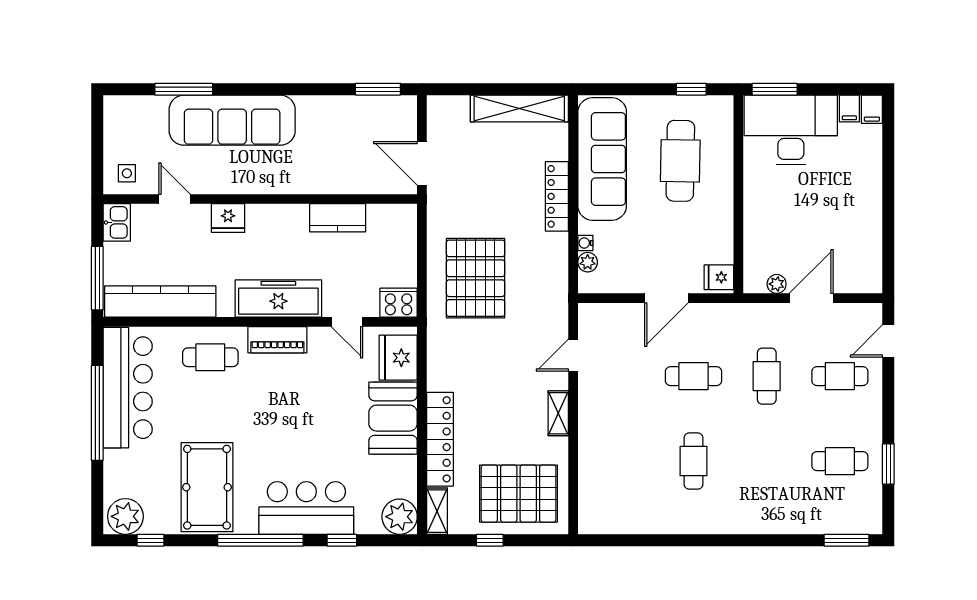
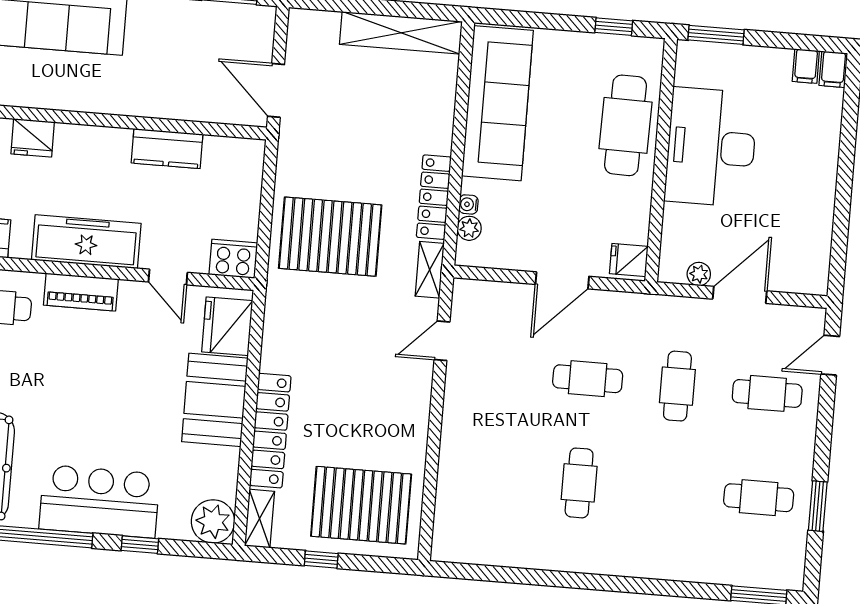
desk: (791, 130) -> (711, 147), moved, turned -90
cafe table: (680, 161) -> (626, 125), moved
locker: (557, 196) -> (434, 197), moved
pallet: (476, 278) -> (330, 237), turned 90
shelving: (558, 413) -> (430, 270), moved

